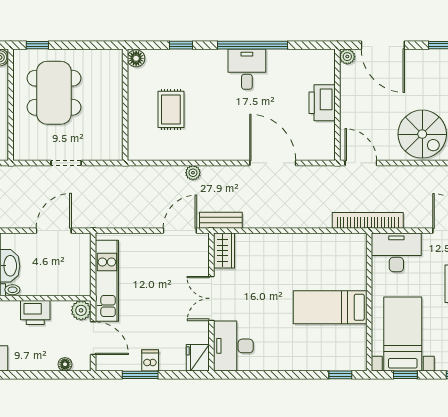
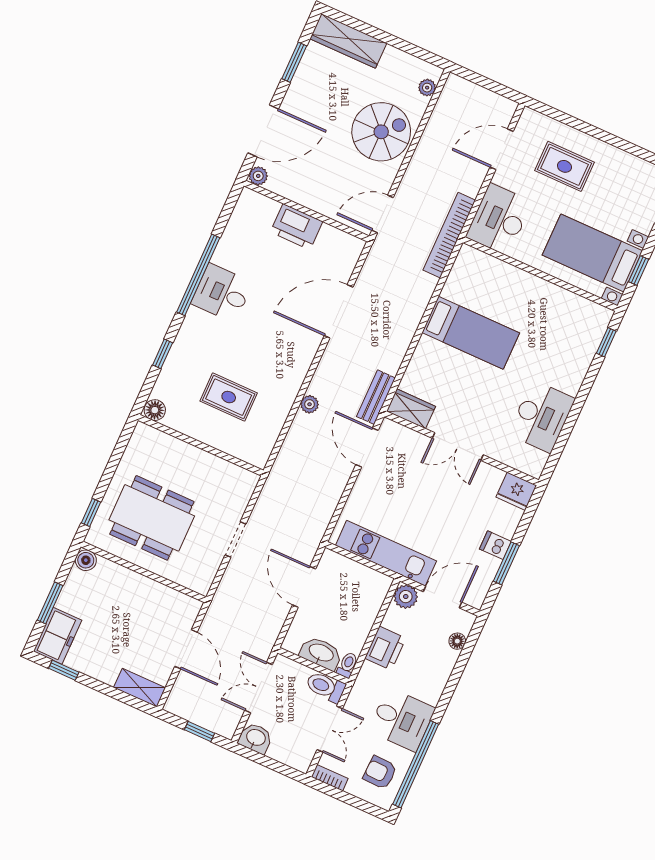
bed: (330, 307) -> (471, 333), moved, turned -90
desk: (233, 346) -> (542, 416), moved, turned -90

